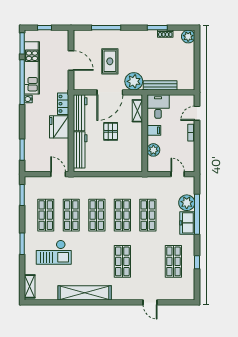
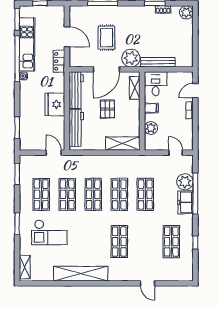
locker: (63, 104) -> (59, 61), moved
shelving: (126, 165) -> (123, 143), added

